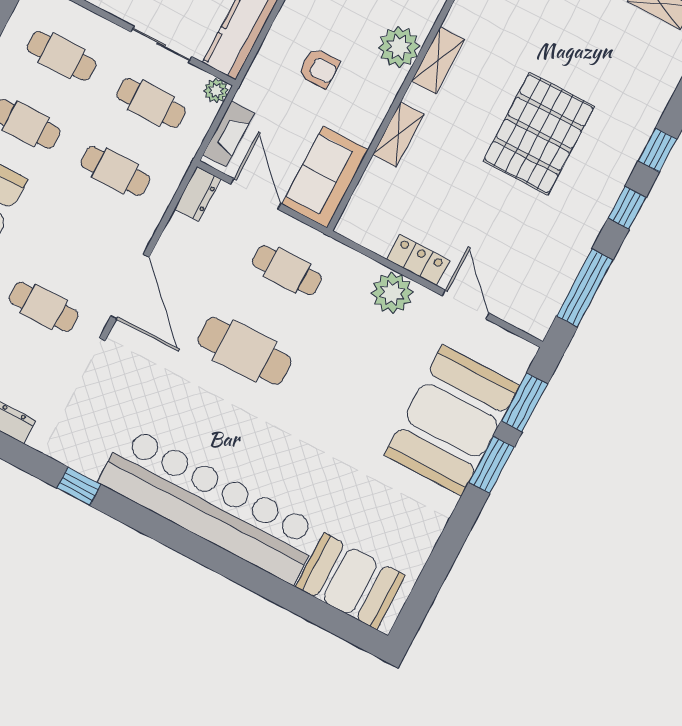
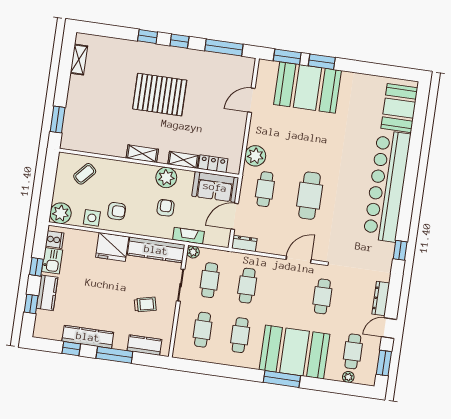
plant: (399, 47) -> (166, 177), moved
fireplace: (229, 134) -> (188, 236), moved
locker: (418, 260) -> (213, 164), moved, turned 90
door: (130, 287) -> (299, 260), width x0.73
plant: (392, 293) -> (255, 156), moved

